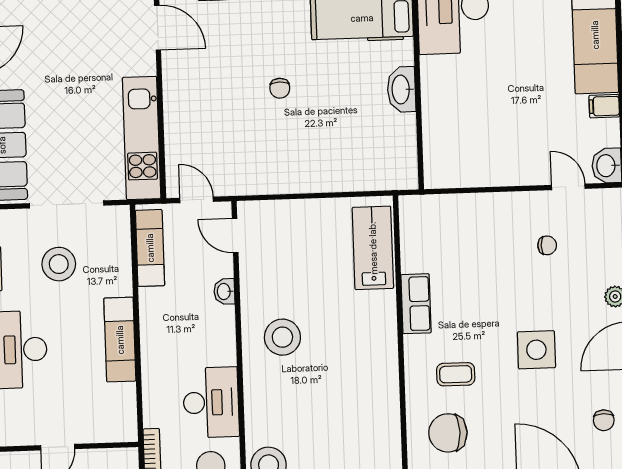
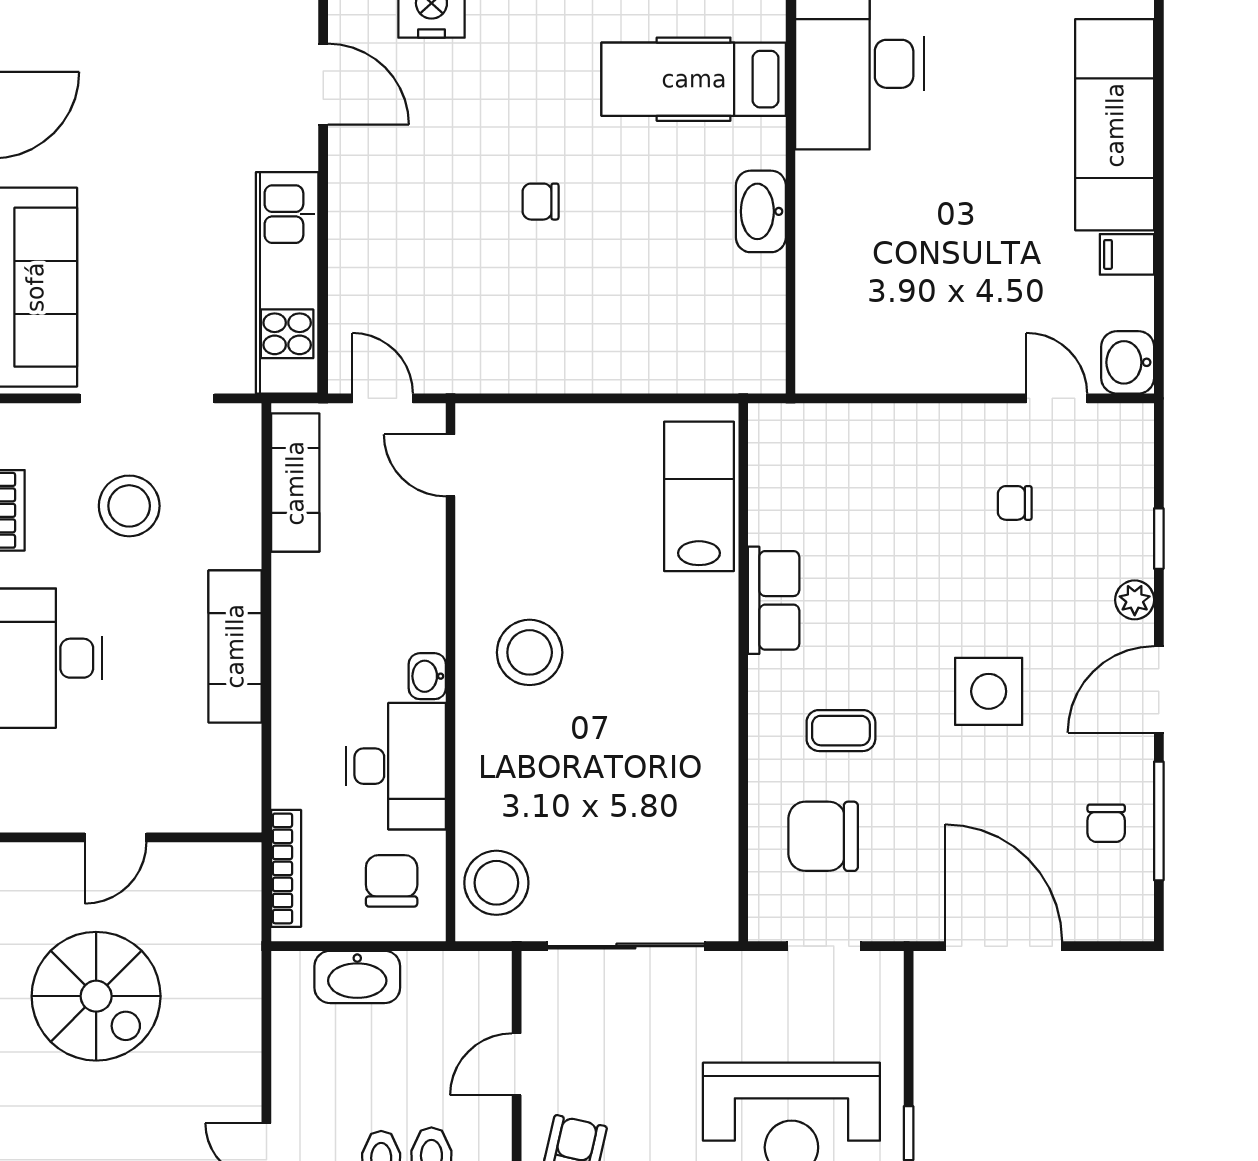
chair: (280, 88) -> (541, 202), turned 90
chair: (547, 245) -> (1015, 503), turned 180
washbasin: (224, 292) -> (427, 676), moved

